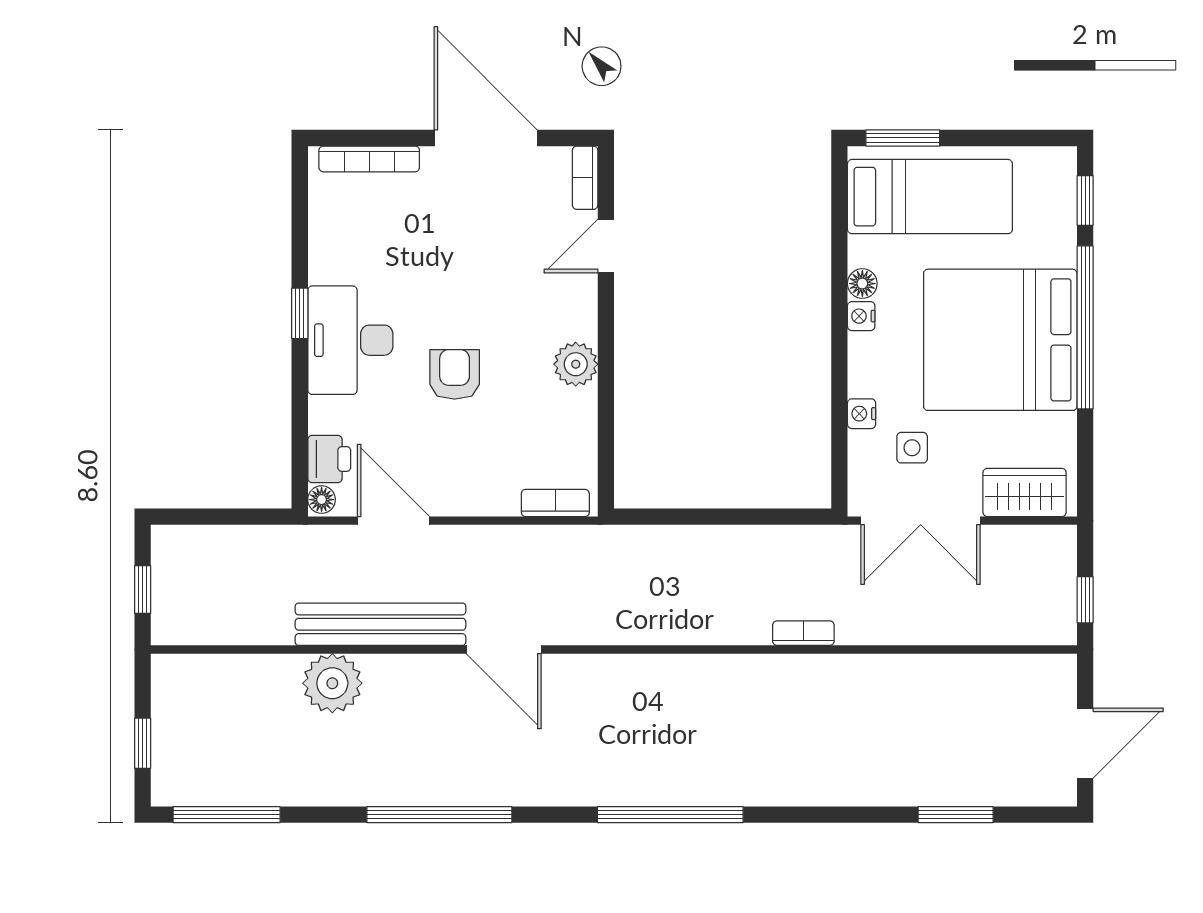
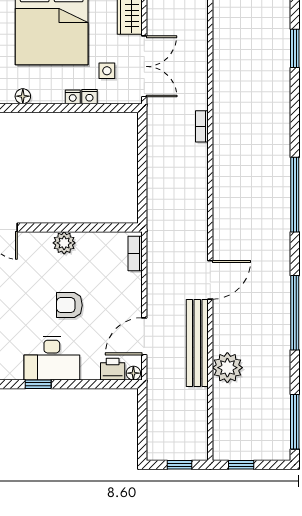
nightstand: (861, 316) -> (73, 97), moved
window: (143, 743) -> (241, 465), moved

